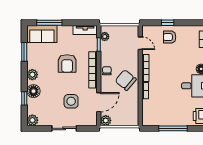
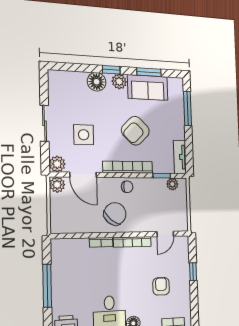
sofa: (42, 34) -> (148, 88), moved, turned -90
armchair: (170, 37) -> (161, 286), moved
armchair: (67, 64) -> (135, 131), turned -45
window: (24, 98) -> (111, 70), moved
plant: (32, 120) -> (57, 164), moved

